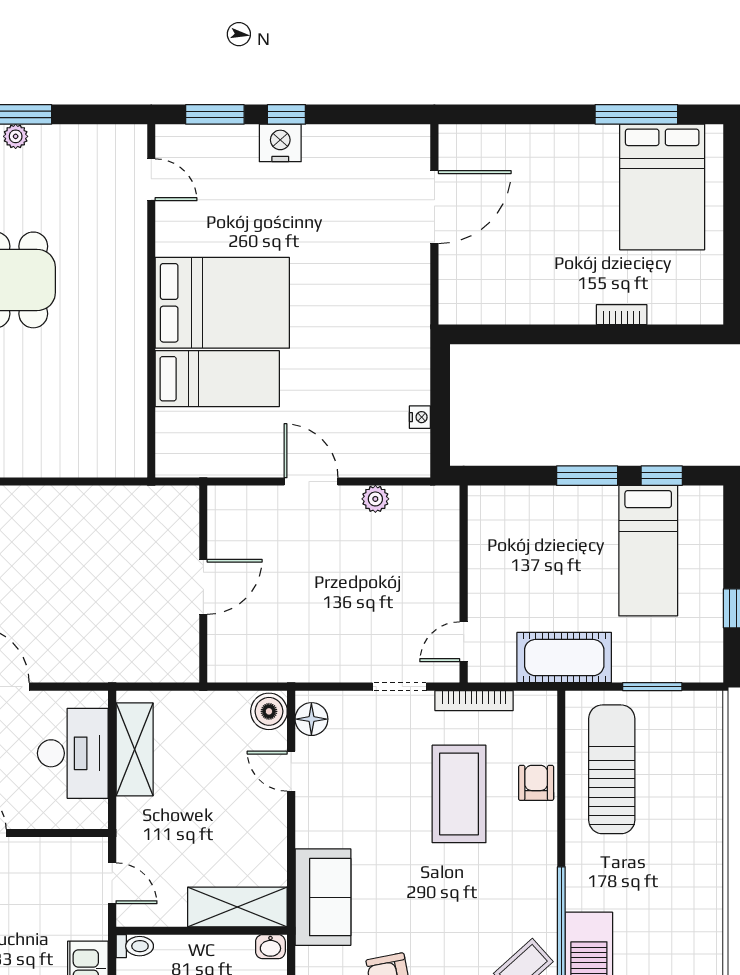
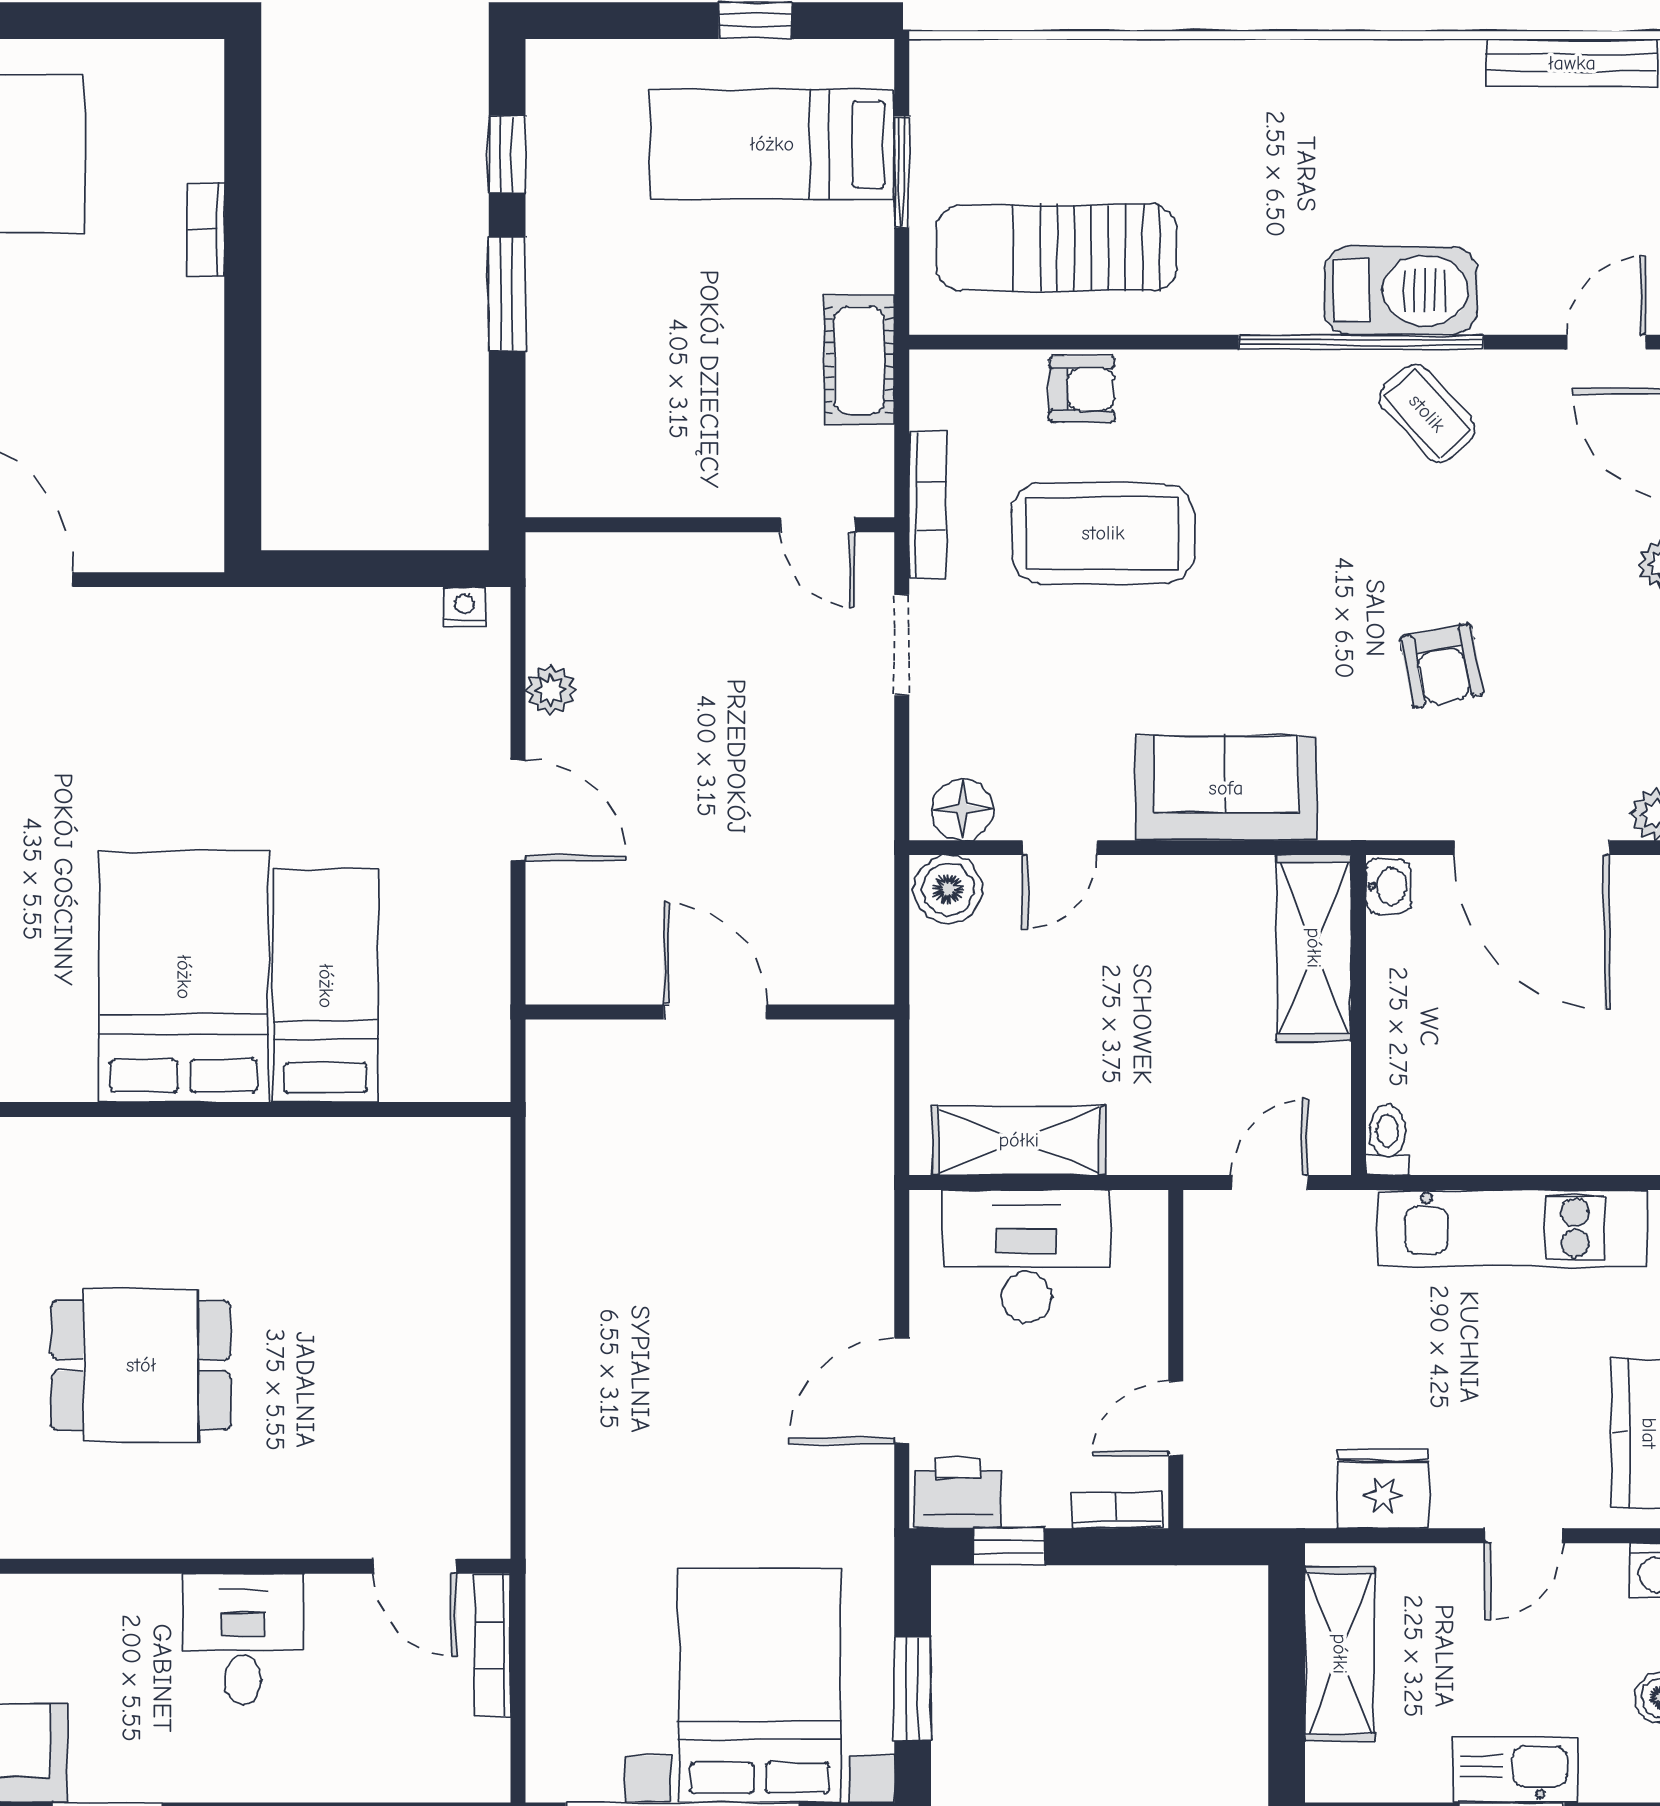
nightstand: (420, 417) -> (464, 607), moved
door: (311, 482) -> (518, 810), swing flipped
bed: (648, 551) -> (772, 144), moved, turned 180
cot: (564, 658) -> (859, 360), width x0.73, depth x0.75
armchair: (536, 783) -> (1082, 389), turned 180
sofa: (323, 897) -> (1226, 788), moved

